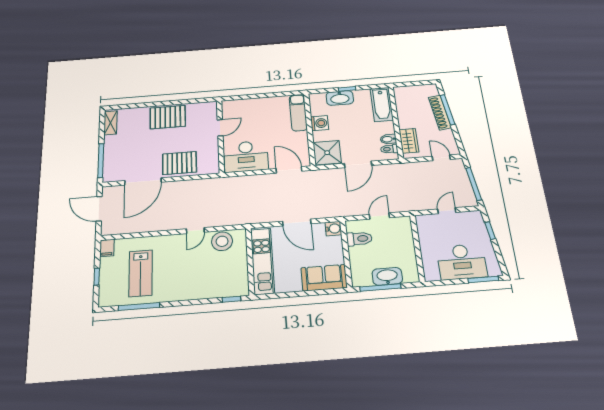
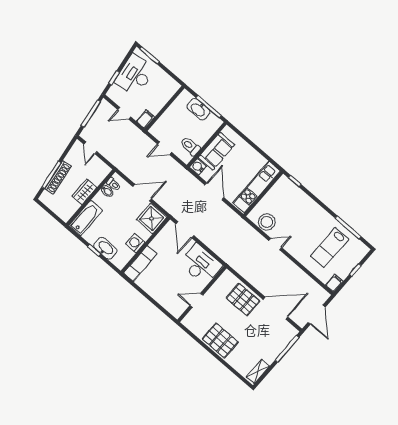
wardrobe: (409, 141) -> (84, 192), moved
filing cabinet: (423, 223) -> (145, 119), added
desk: (462, 262) -> (135, 75), moved, turned -98
lab bench: (141, 273) -> (330, 247), turned 180
sofa: (324, 278) -> (216, 151), moved, turned -90

